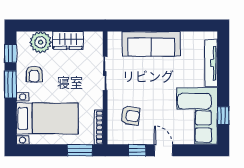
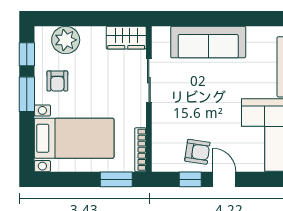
wardrobe: (68, 40) -> (126, 38), moved
armchair: (130, 116) -> (197, 152), moved

